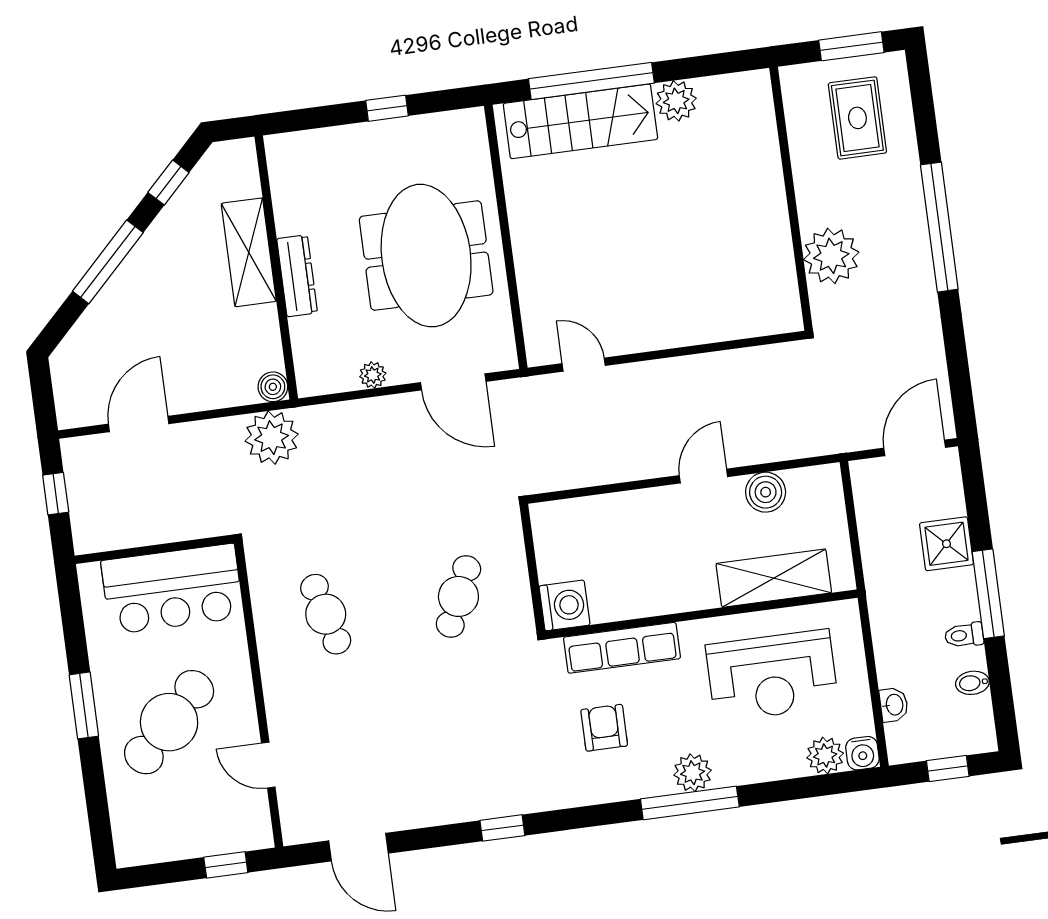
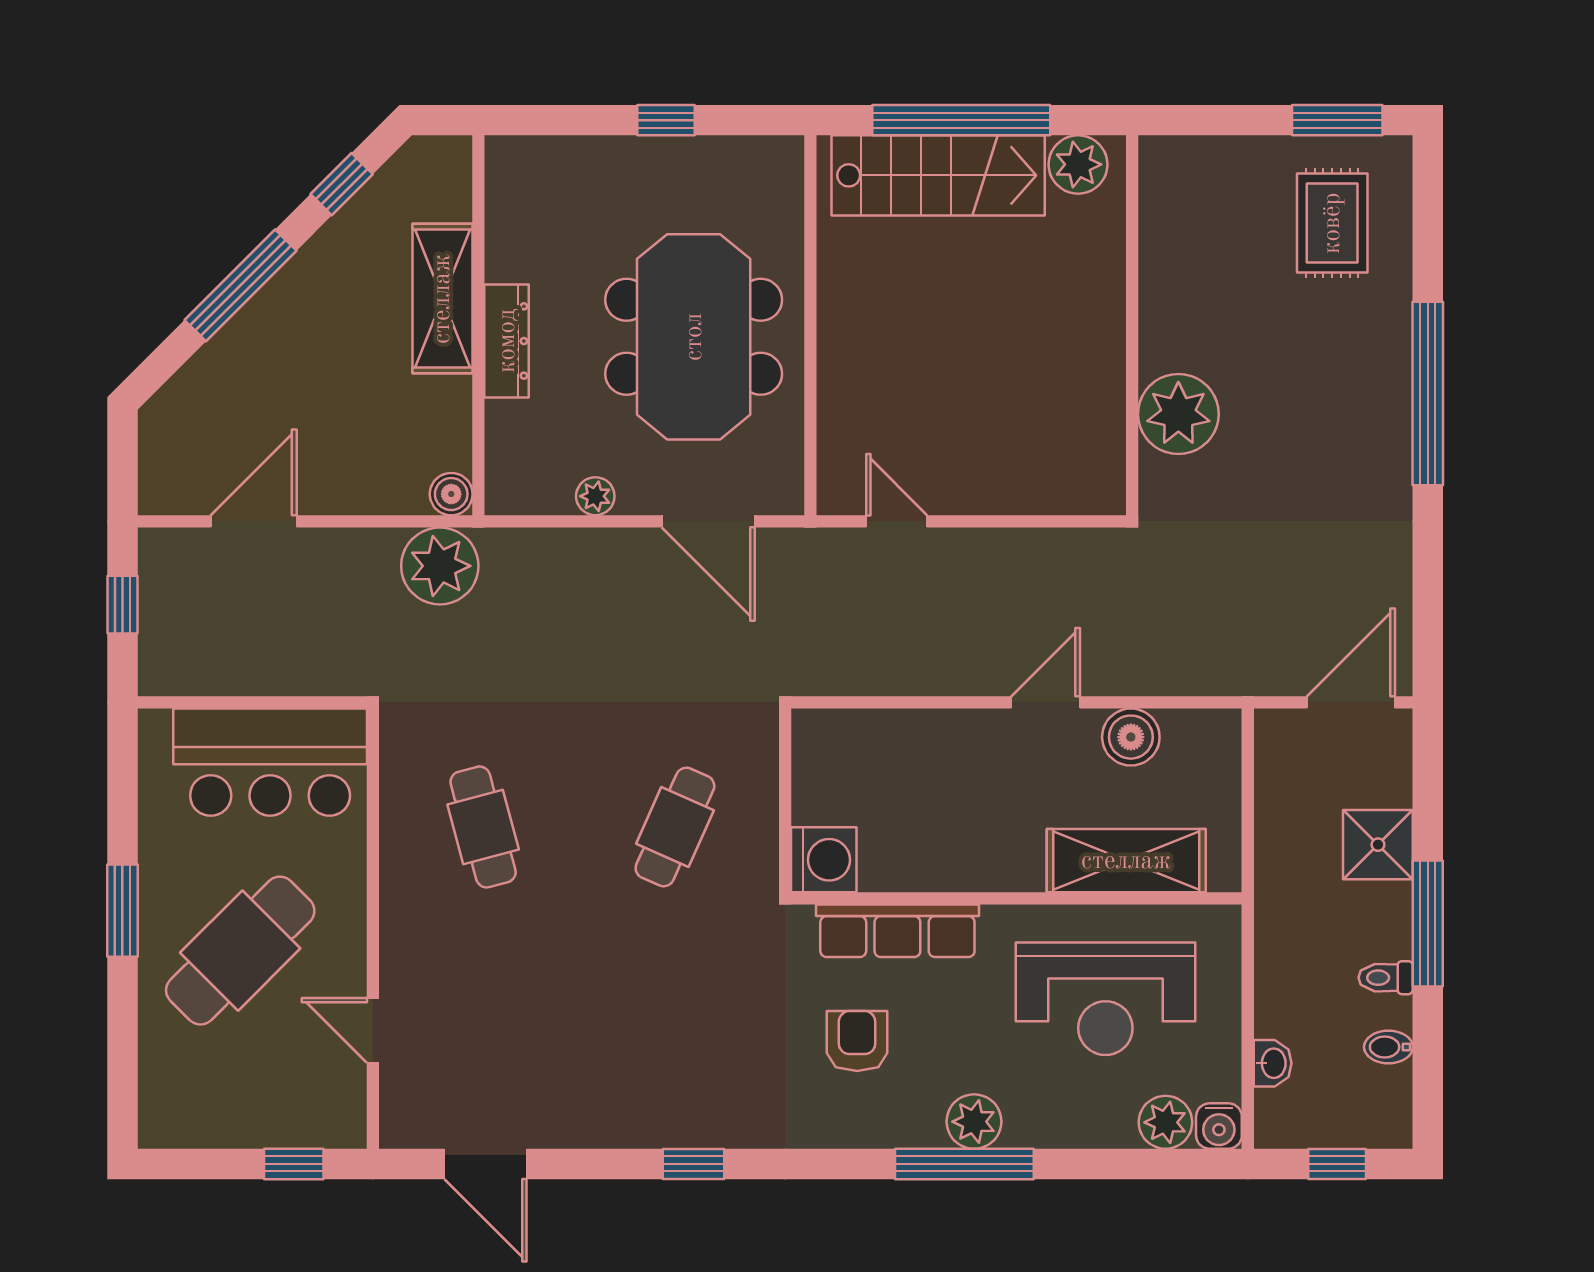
wall: (791, 199) -> (1132, 325), moved
plant: (831, 256) -> (1178, 414), moved

